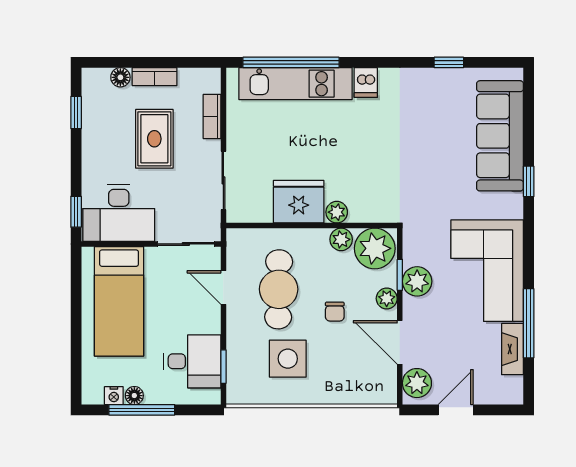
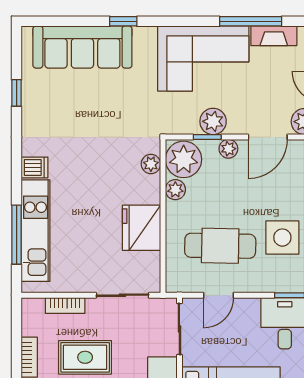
window: (291, 62) -> (17, 235), width x0.68
plant: (337, 212) -> (151, 164), moved
chair: (335, 312) -> (240, 195), removed

